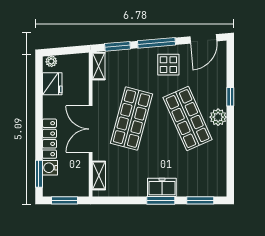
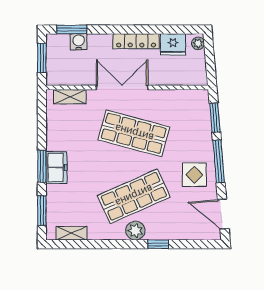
shelving: (99, 66) -> (71, 233), moved
locker: (49, 139) -> (136, 41), moved

